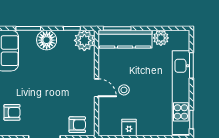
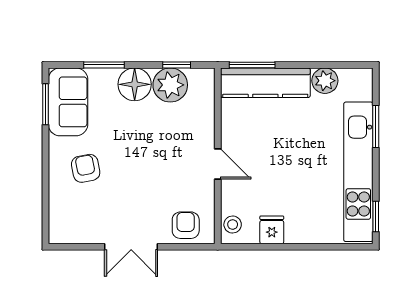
plant: (84, 40) -> (170, 85), moved
stool: (124, 90) -> (233, 225), moved
armchair: (12, 112) -> (86, 168), moved, turned -101
armchair: (77, 125) -> (186, 225), turned -90

